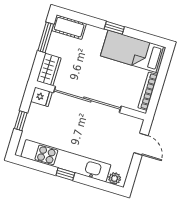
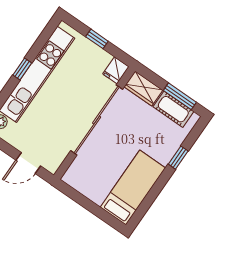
cot: (69, 27) -> (173, 109), moved, turned 90
window: (114, 28) -> (178, 158), moved
bookcase: (148, 91) -> (84, 189), removed

